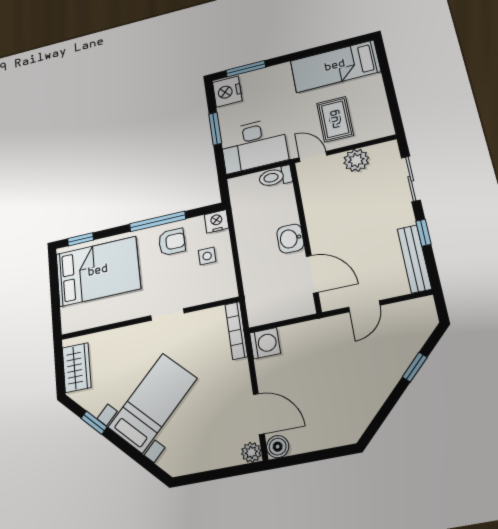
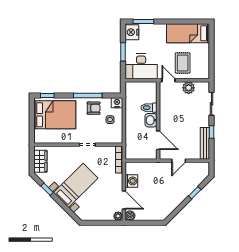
toilet: (275, 177) -> (149, 108), moved
washing machine: (265, 343) -> (131, 181), moved

